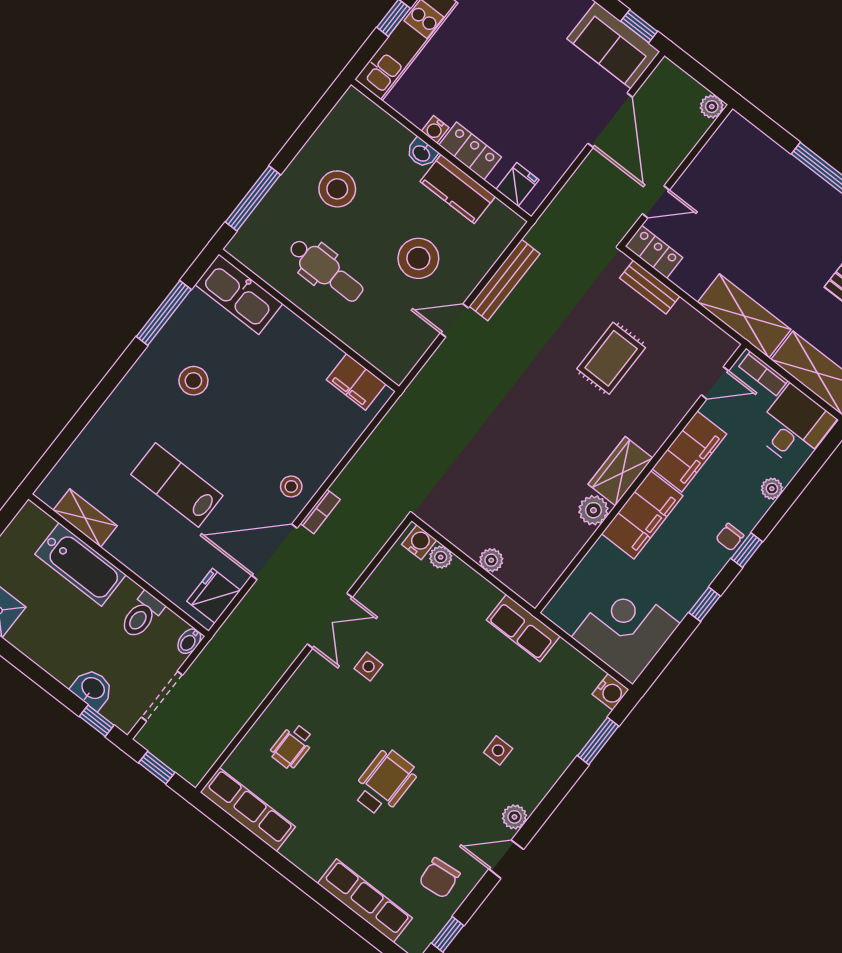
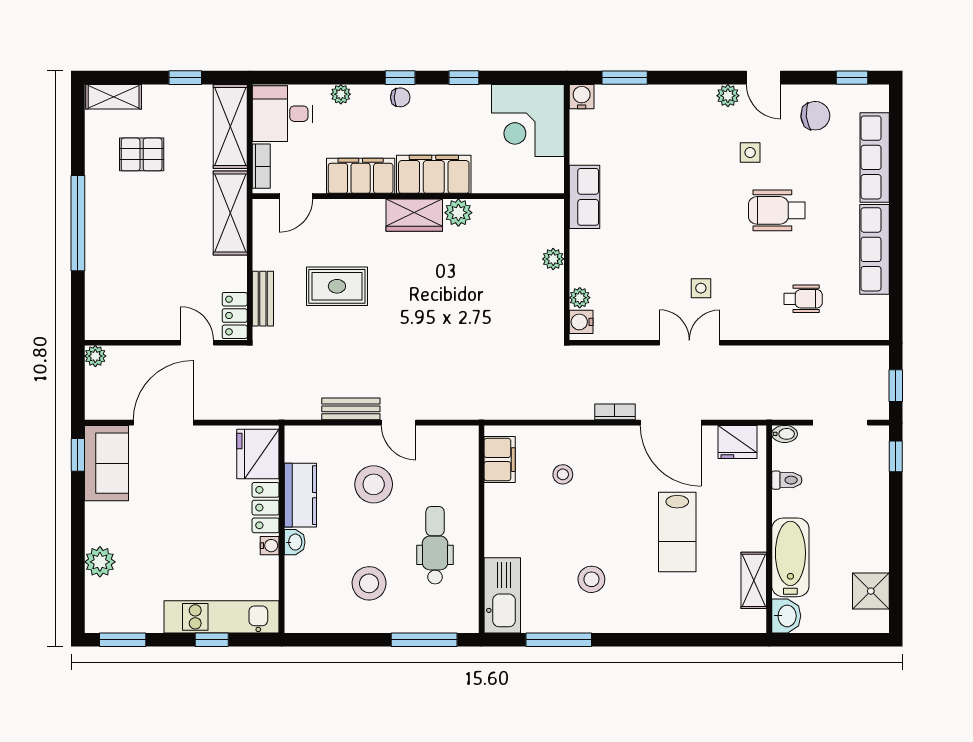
fridge: (517, 185) -> (258, 454), width x1.88, depth x1.34
bench: (505, 280) -> (351, 409), width x0.73
door: (715, 383) -> (296, 196), swing flipped
stool: (291, 487) -> (563, 474), moved
toilet: (142, 615) -> (787, 480), width x0.73, depth x0.72
washbasin: (92, 689) -> (786, 616), moved, turned 180
side table: (498, 750) -> (750, 152), moved
row of seats: (248, 810) -> (874, 249), moved

